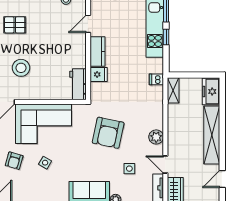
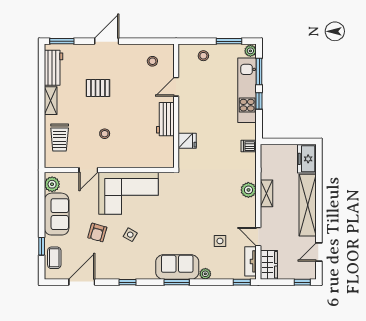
kitchen counter: (98, 51) -> (186, 116), removed
stool: (21, 68) -> (105, 134), width x0.53, depth x0.53
workbench: (78, 84) -> (165, 119), moved
shelving: (173, 90) -> (266, 193), moved
armchair: (108, 133) -> (197, 203), removed
plant: (156, 137) -> (248, 190), moved

